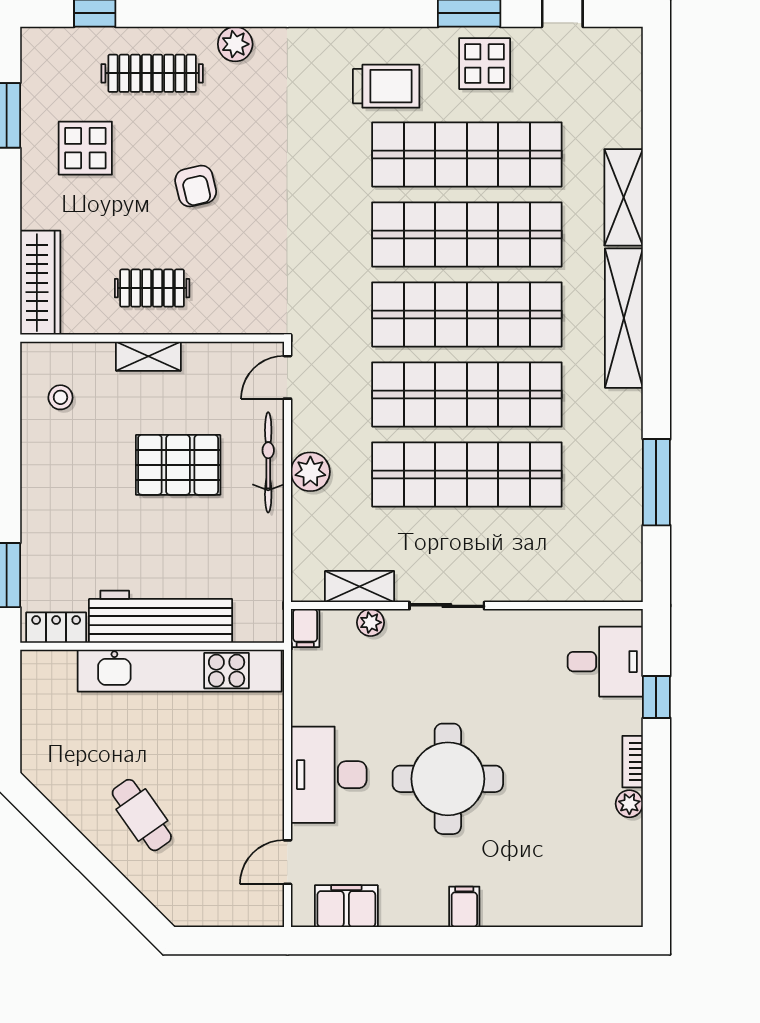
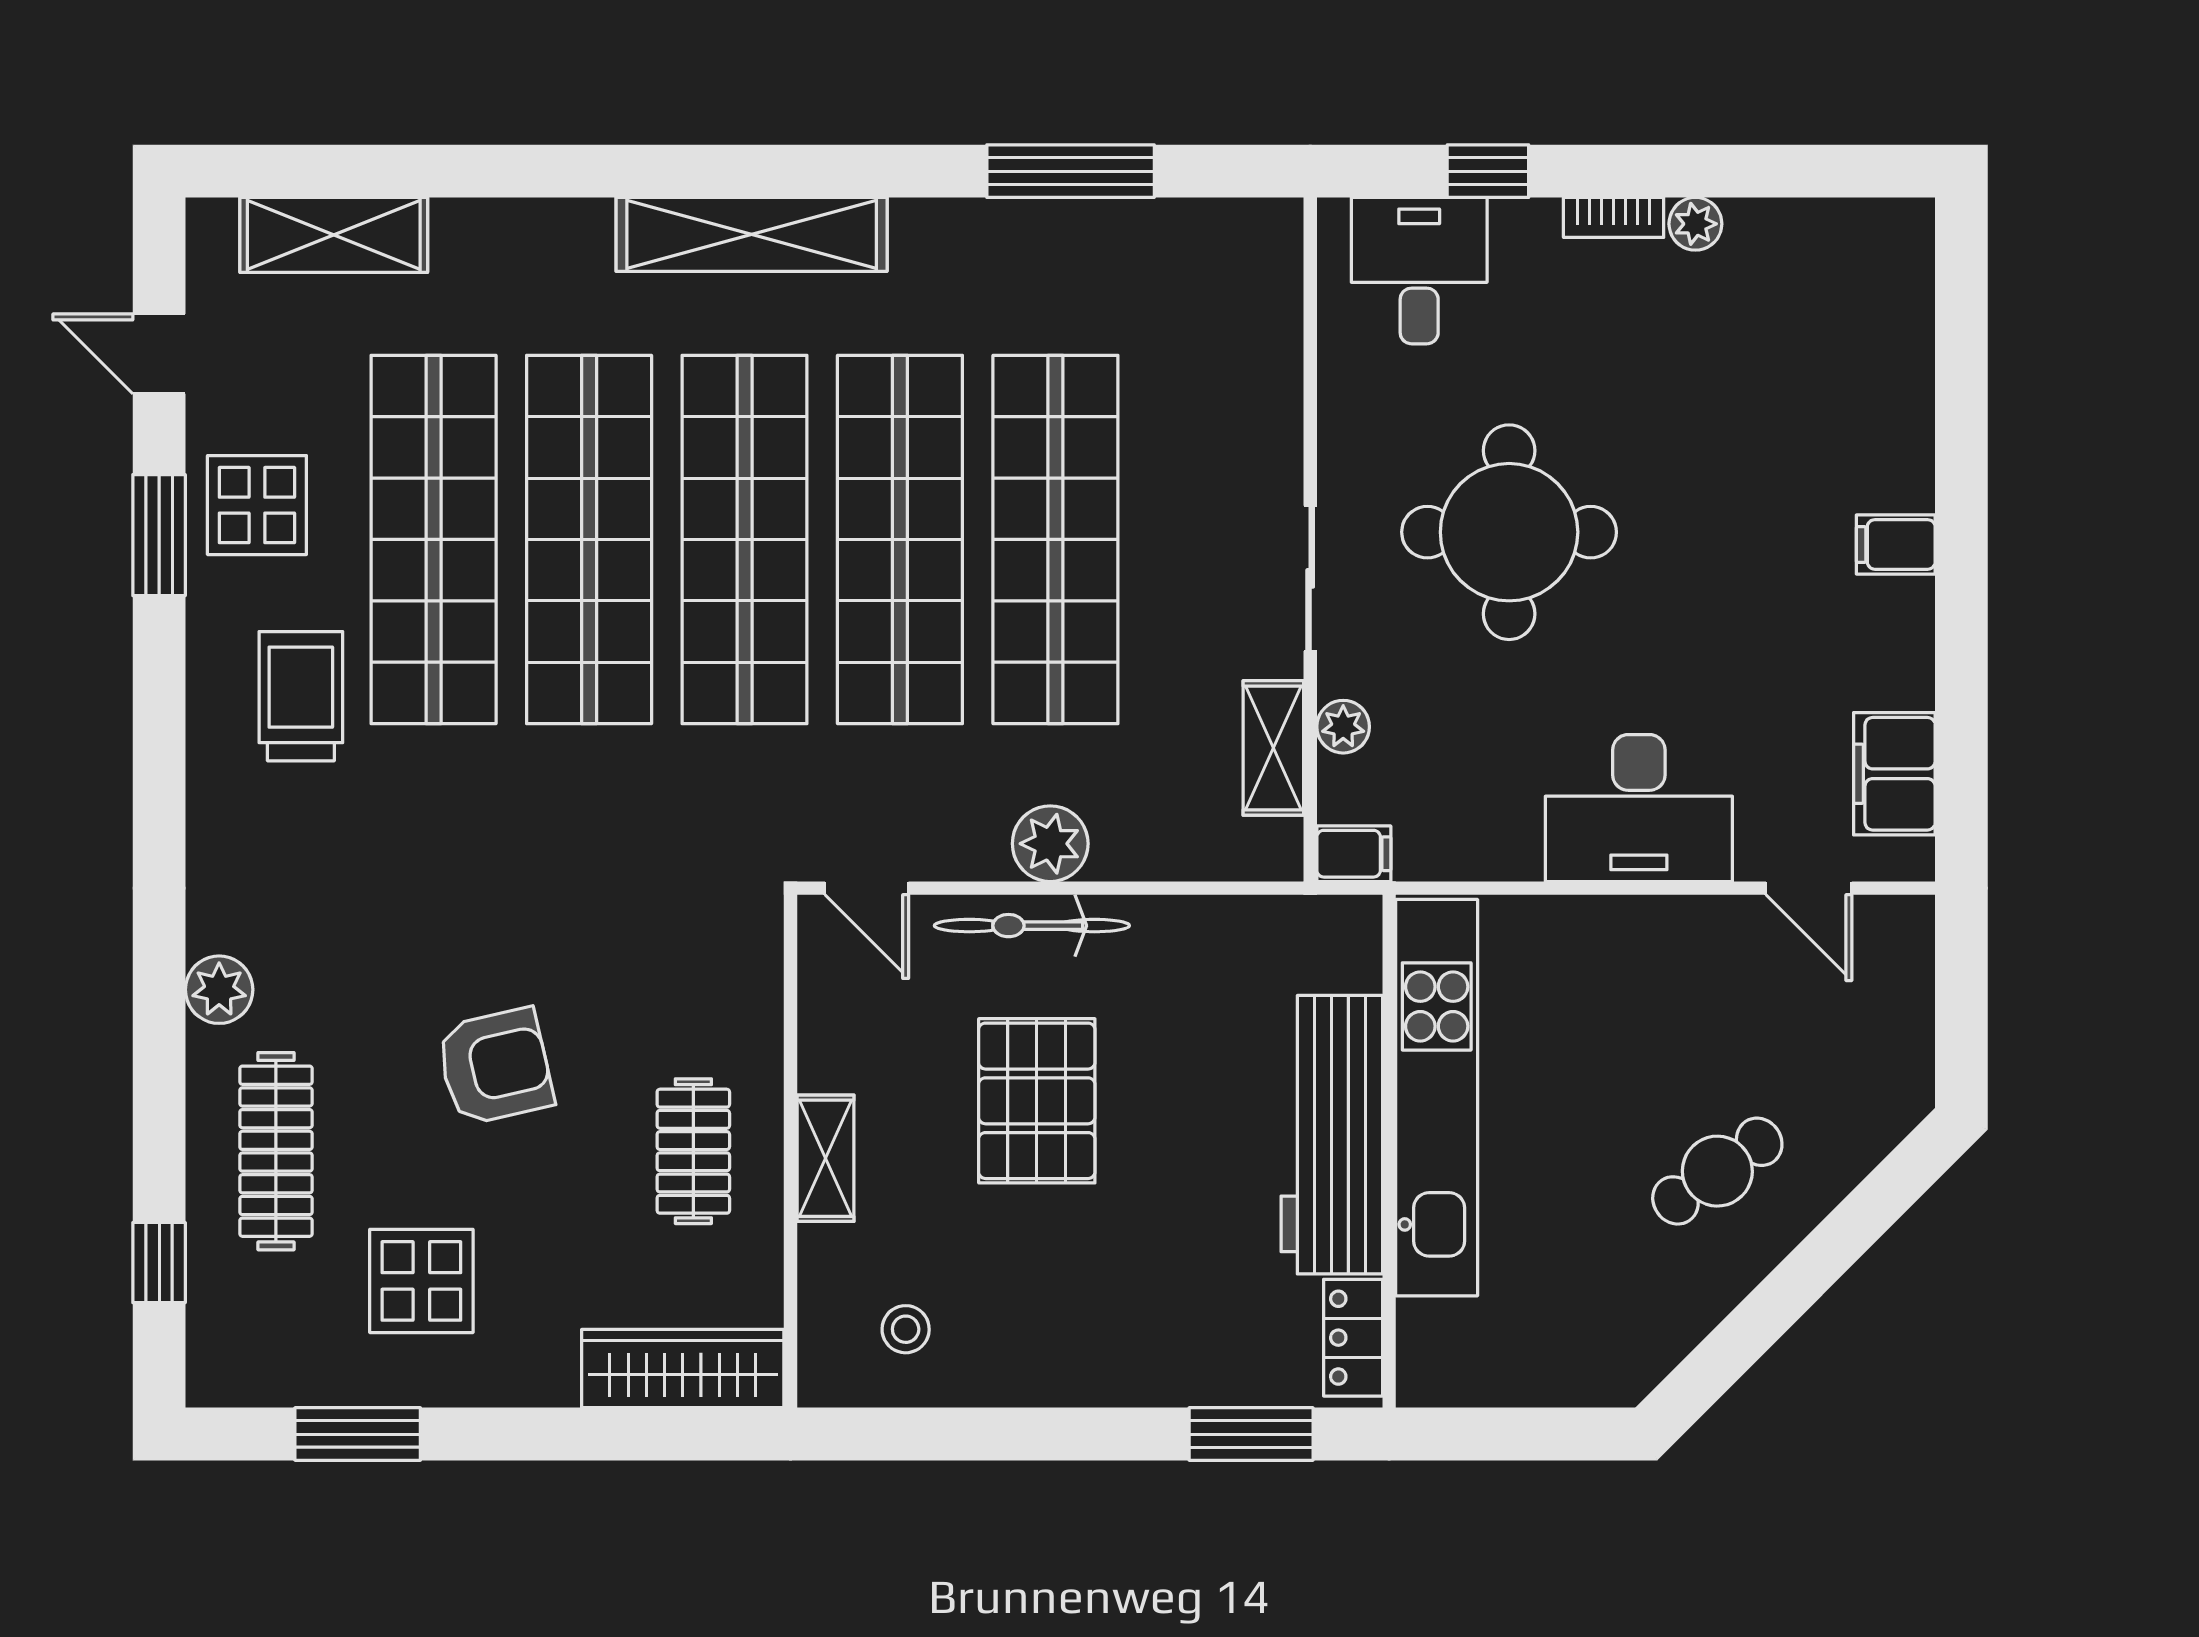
armchair: (196, 186) -> (495, 1067), width x1.38, depth x1.38
shelving: (624, 197) -> (334, 235), moved
round table: (448, 779) -> (1509, 532), moved

